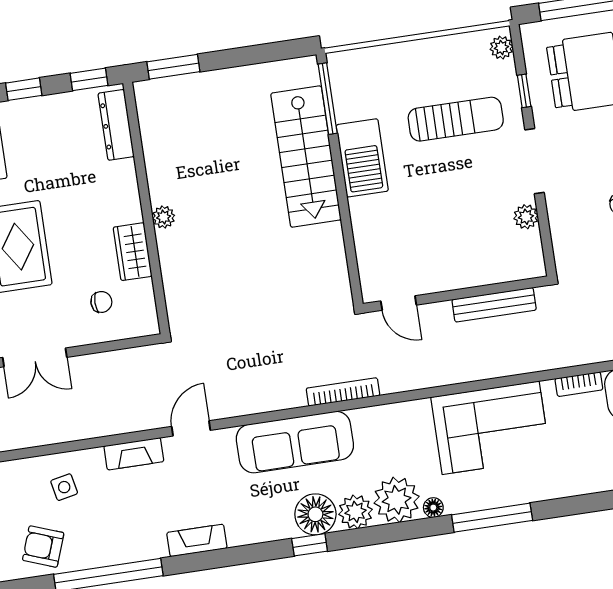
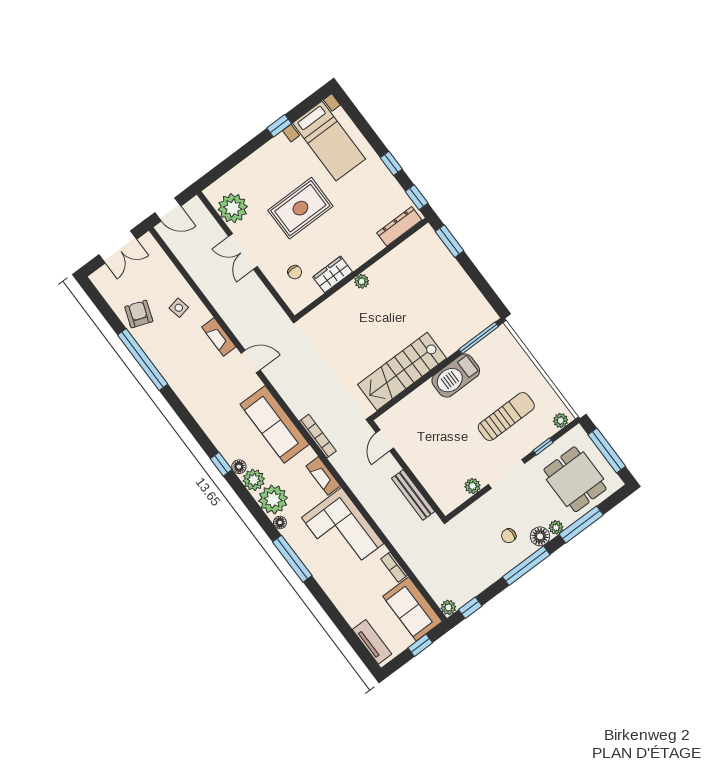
sun lounger: (456, 119) -> (506, 417), turned -90
stairs: (306, 157) -> (402, 371), moved
floor lamp: (315, 514) -> (239, 467), width x0.53, depth x0.53
fireplace: (197, 540) -> (323, 476), moved, turned 180

